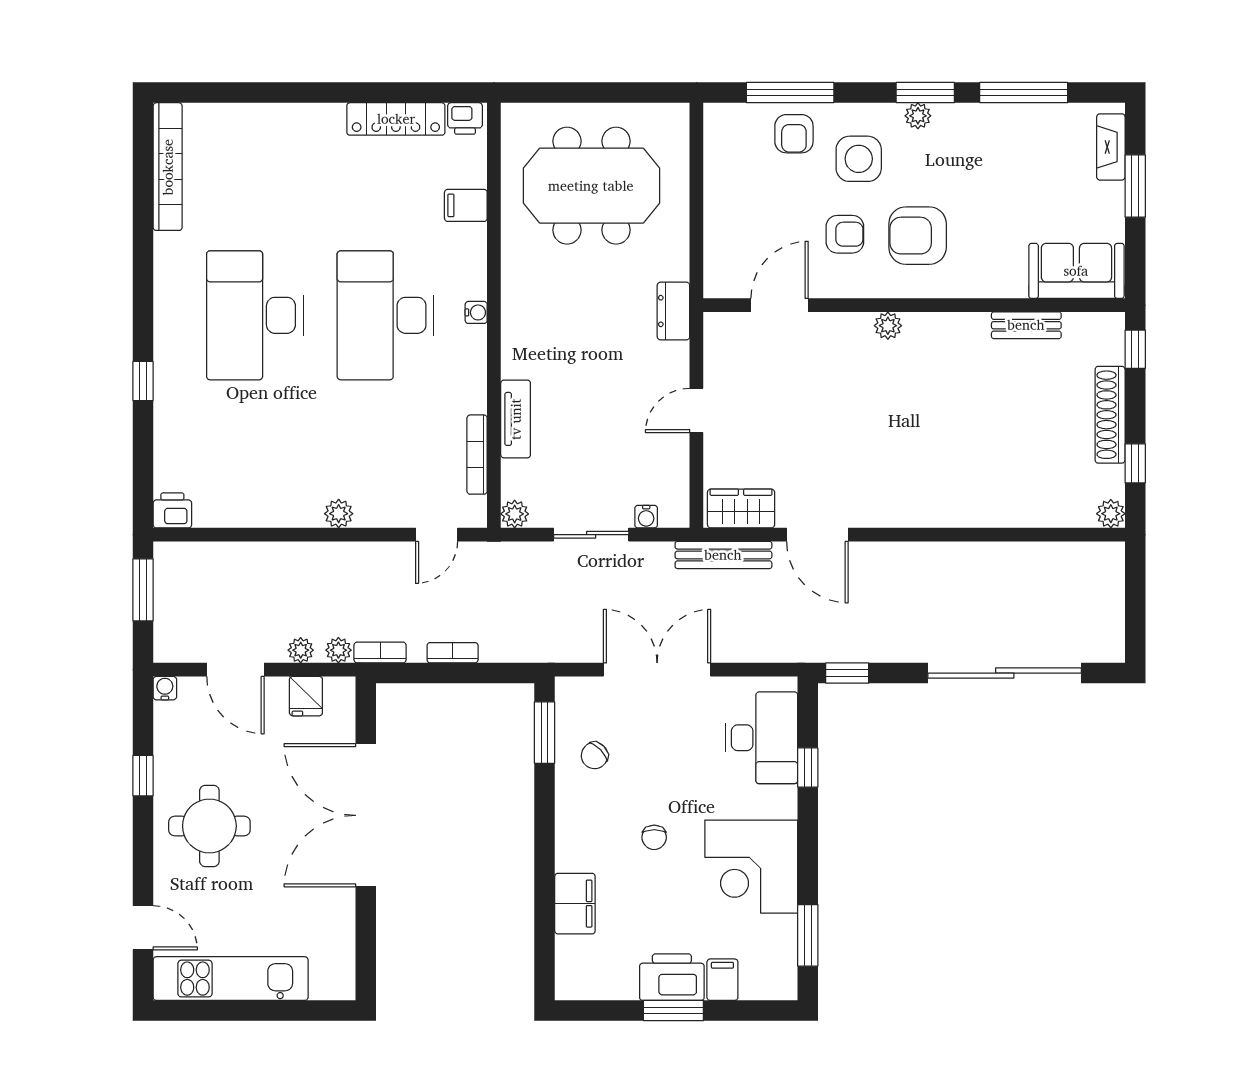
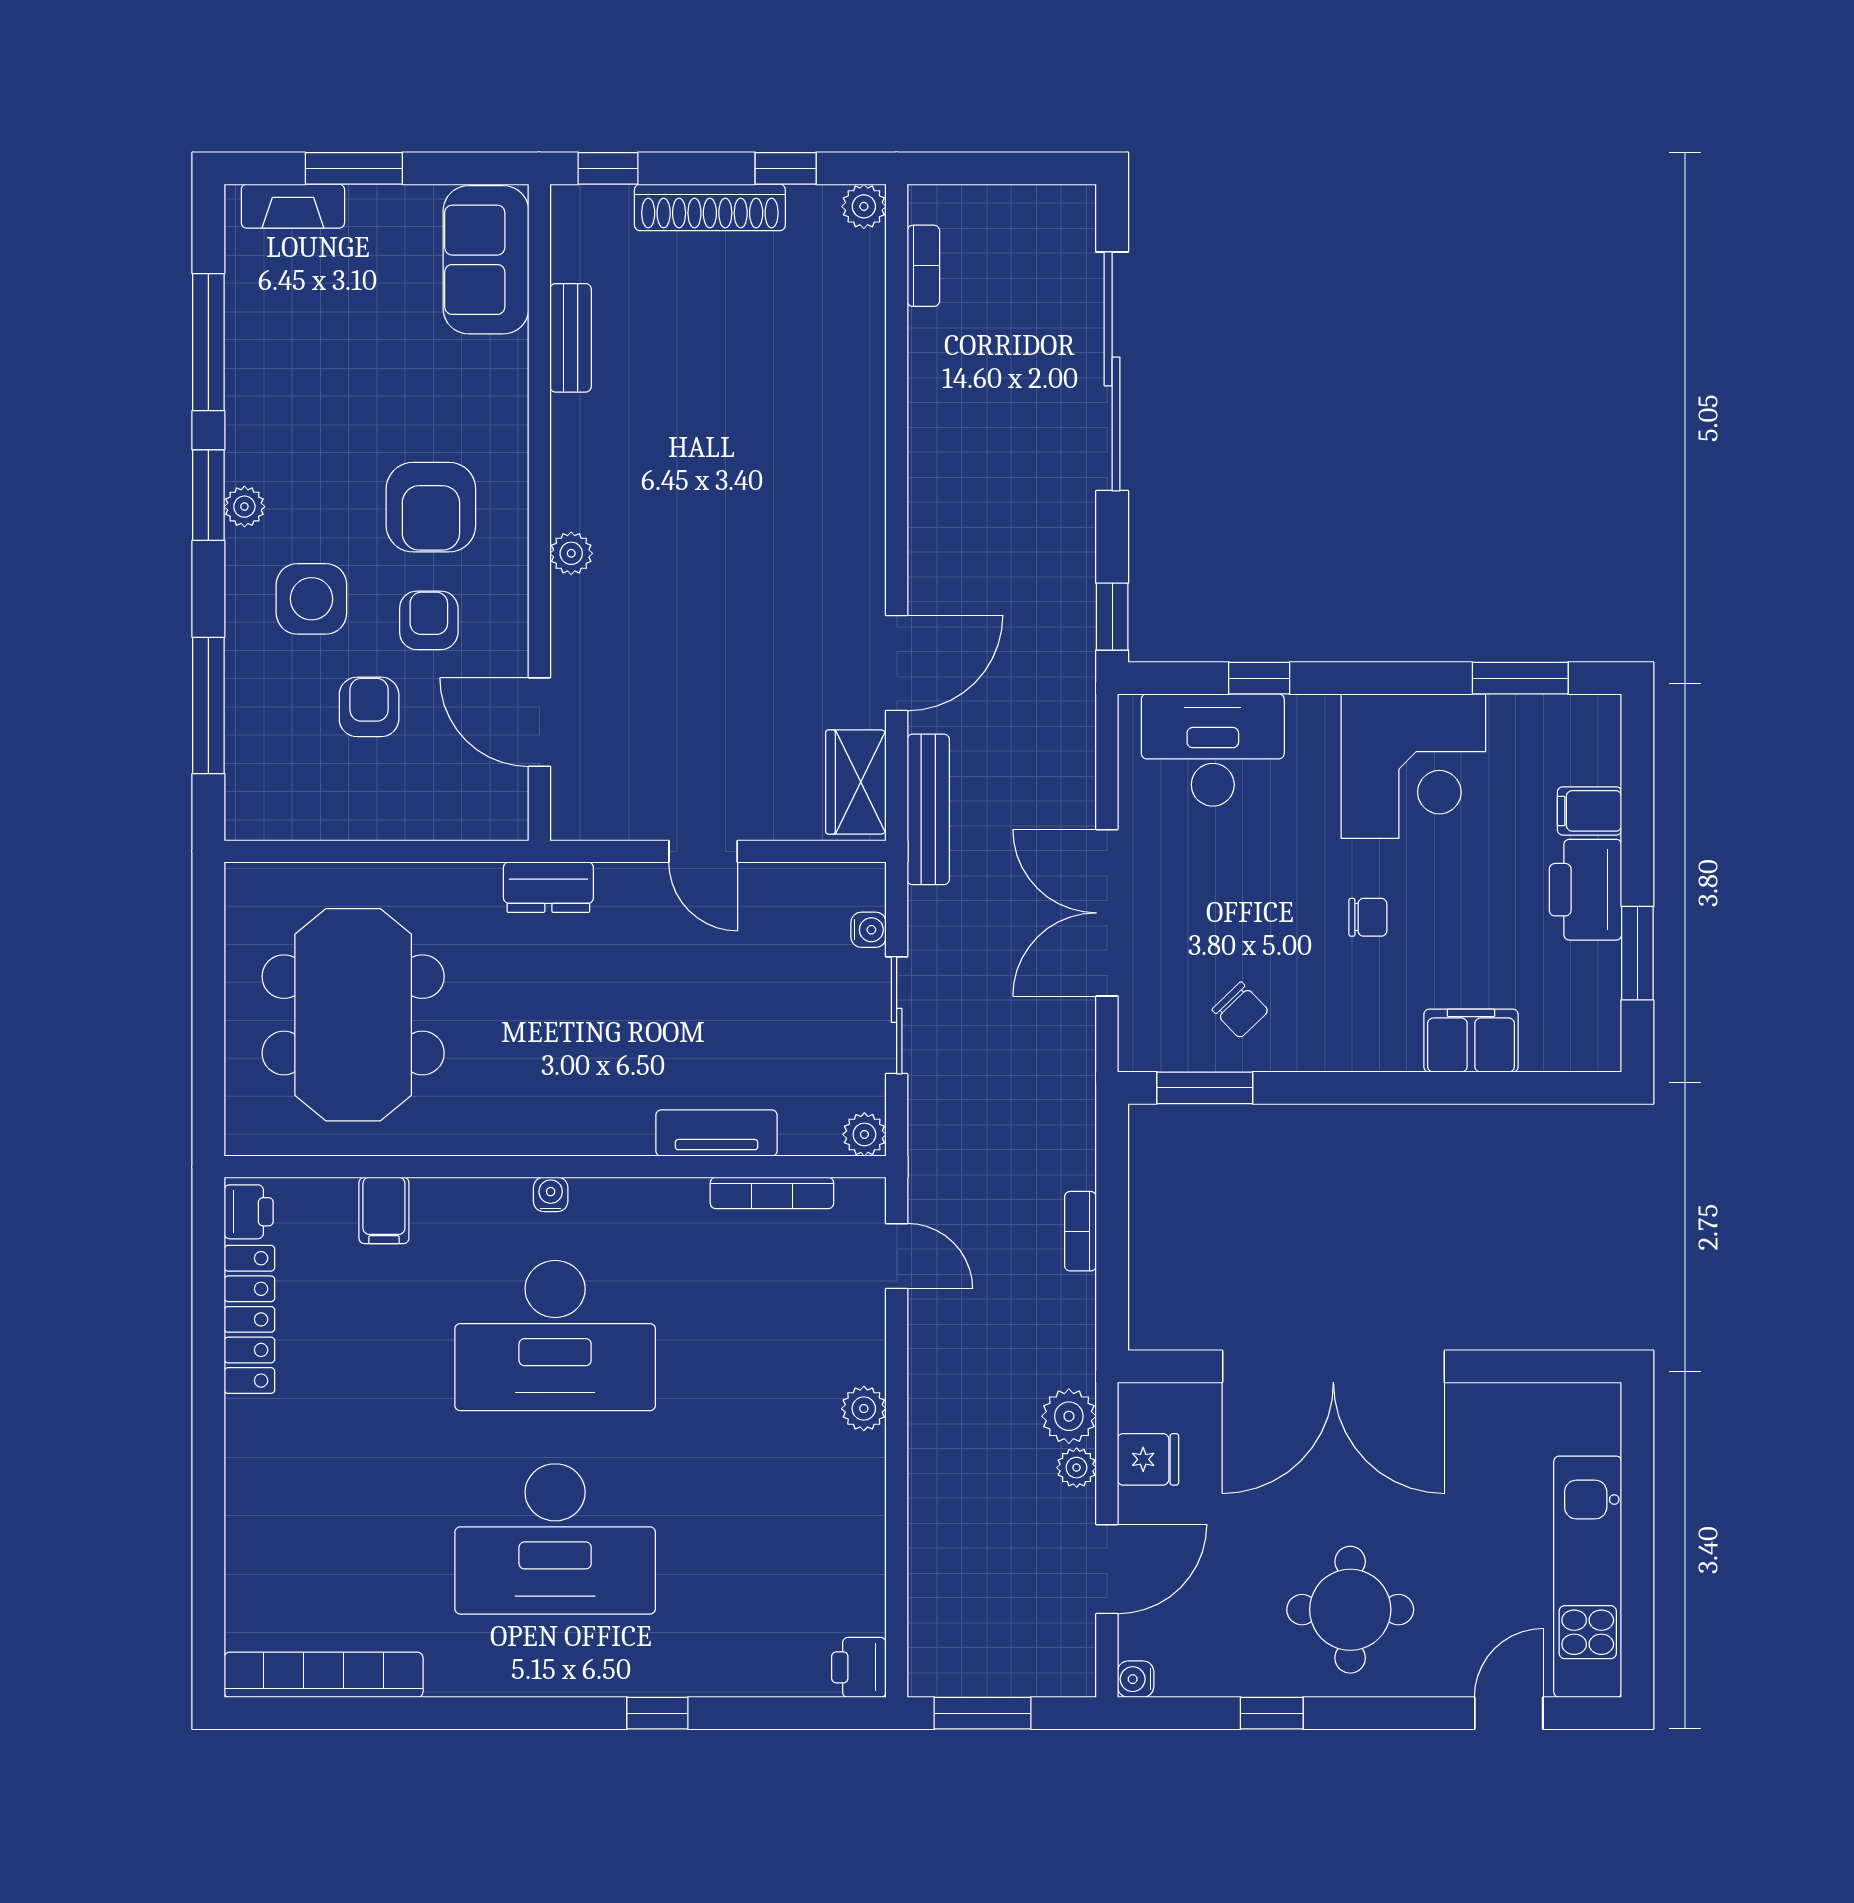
armchair: (794, 134) -> (369, 707), moved, turned -90
plant: (338, 650) -> (1069, 1416), width x1.38, depth x1.38
bookcase: (380, 652) -> (923, 266), moved, turned 180
window: (673, 1011) -> (1637, 953), moved

